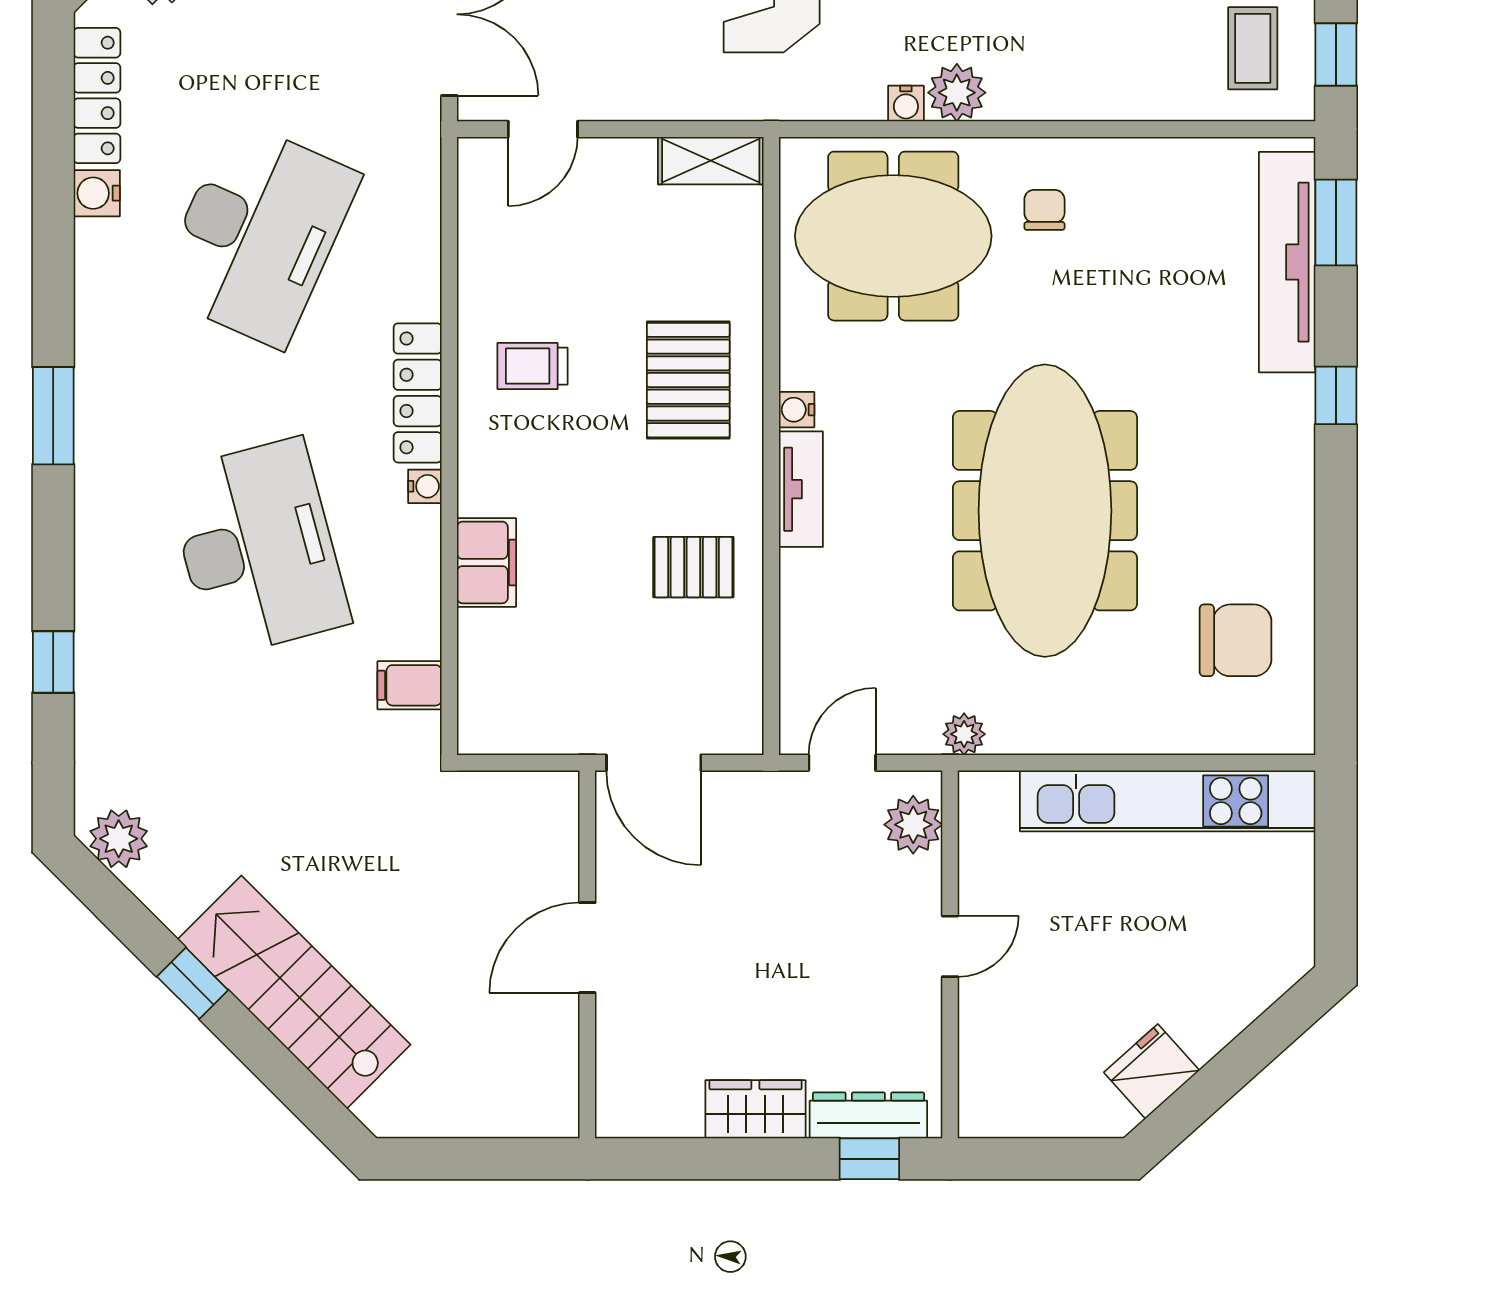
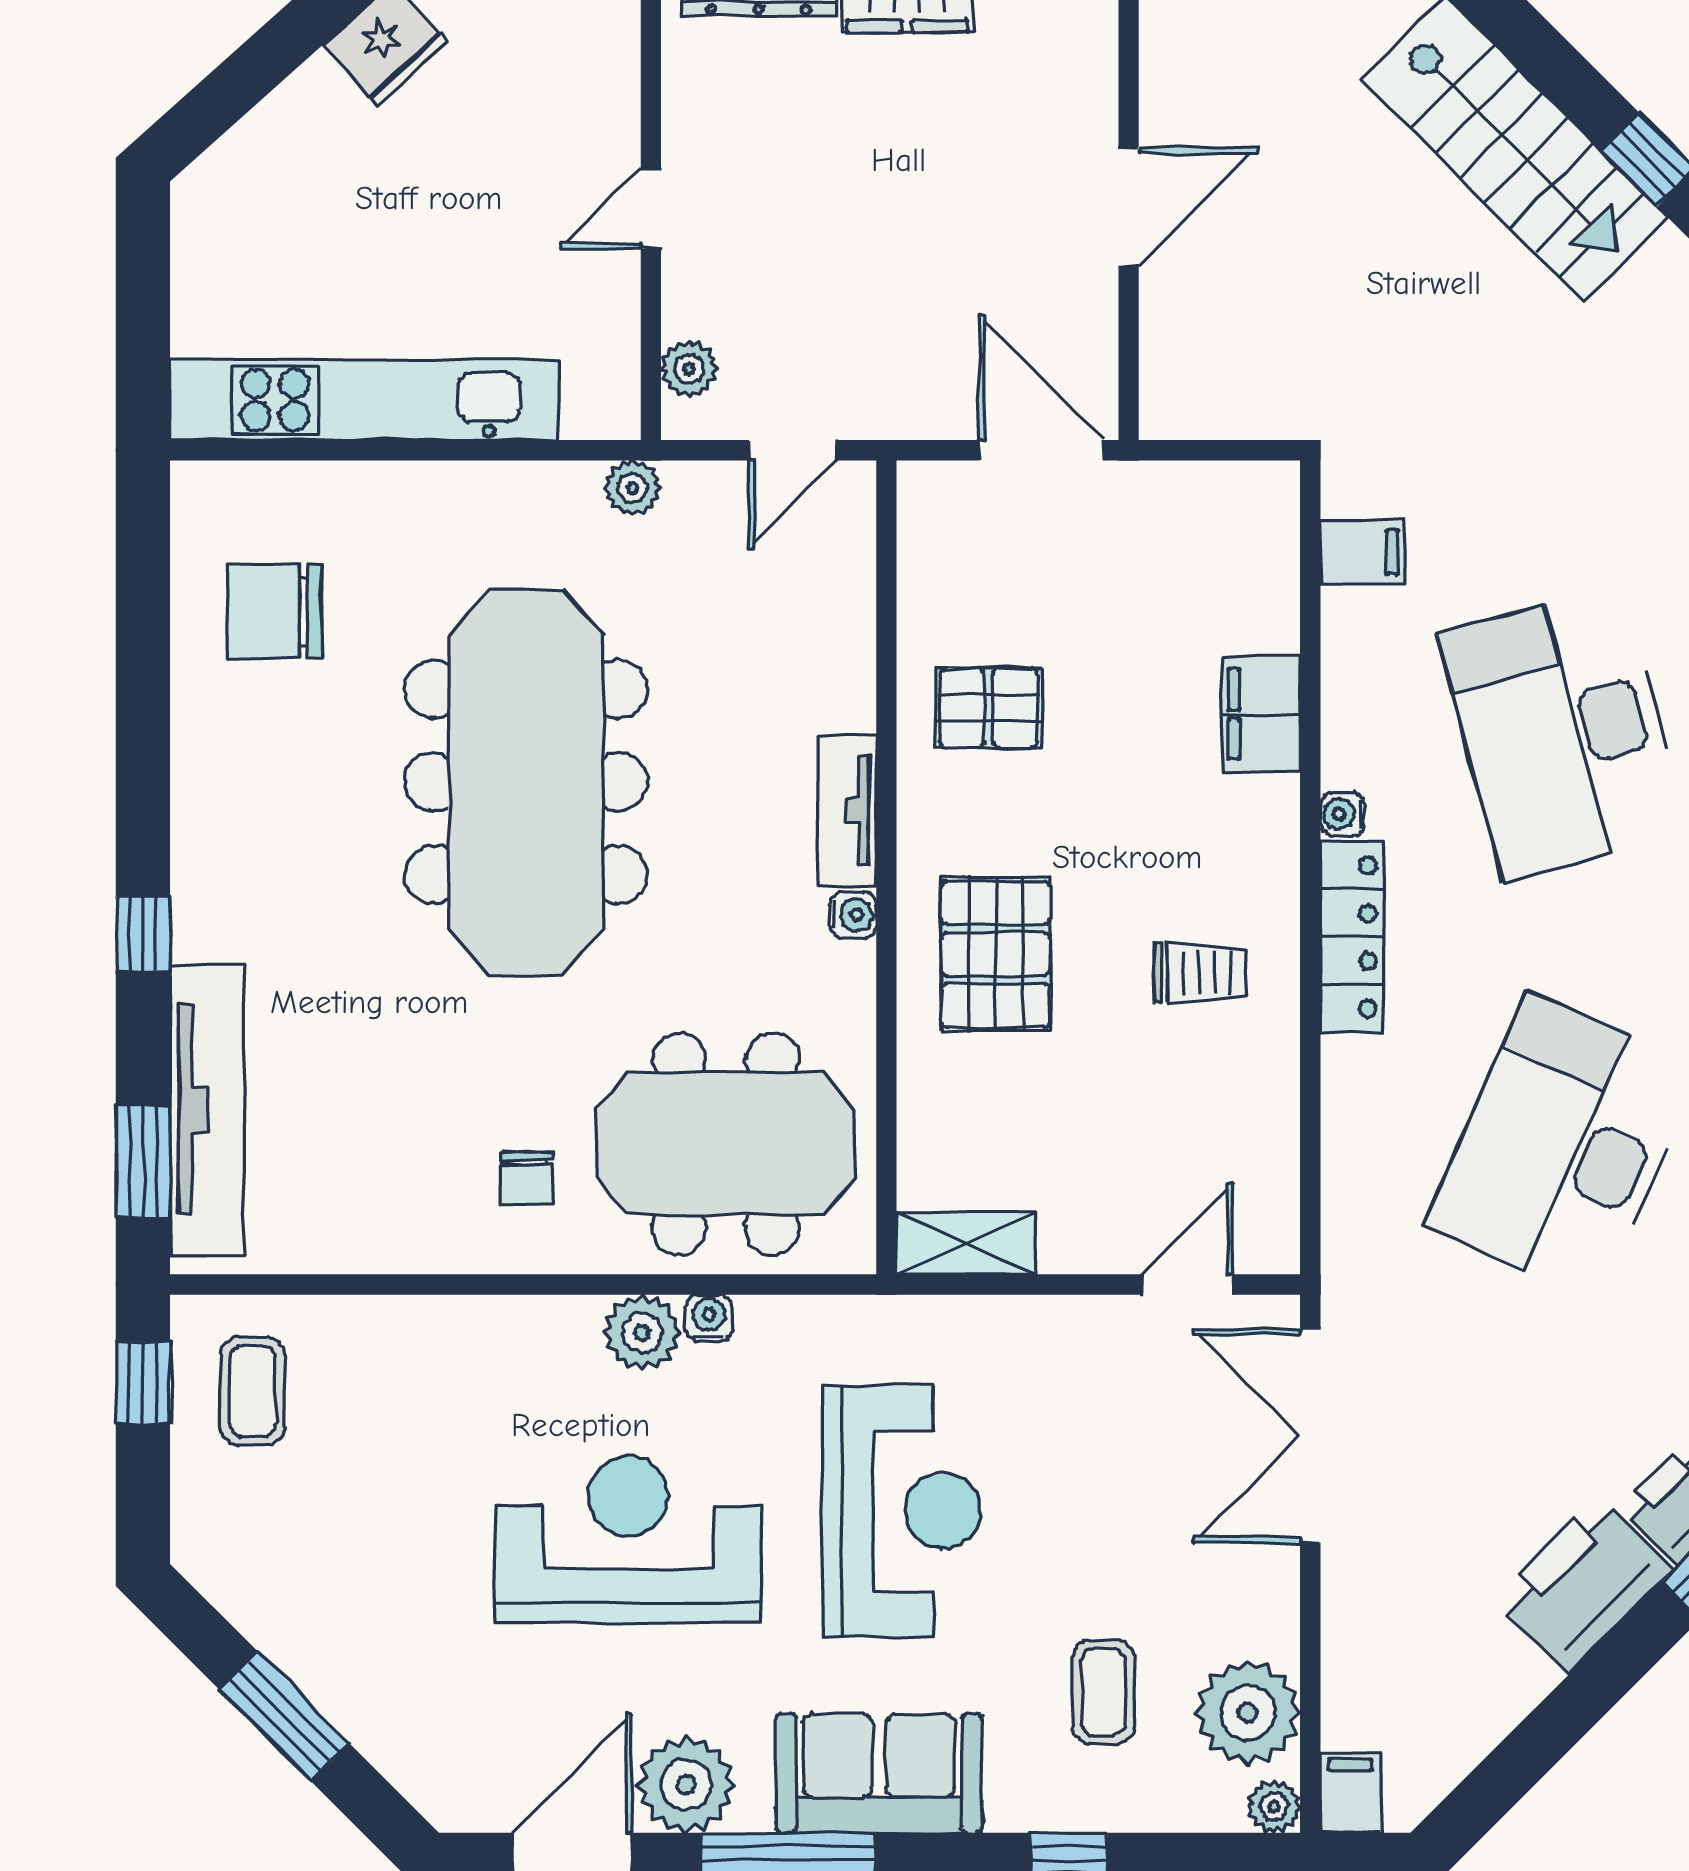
plant: (913, 825) -> (689, 369), width x0.73, depth x0.73

